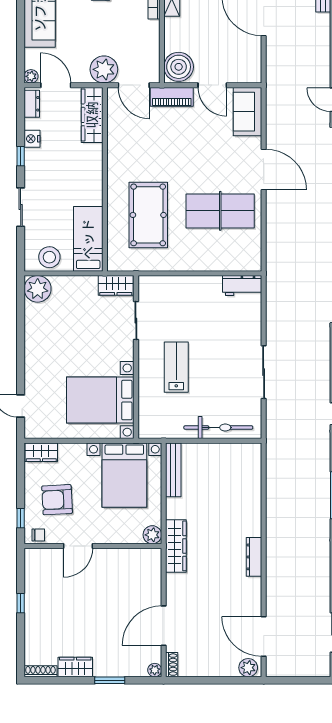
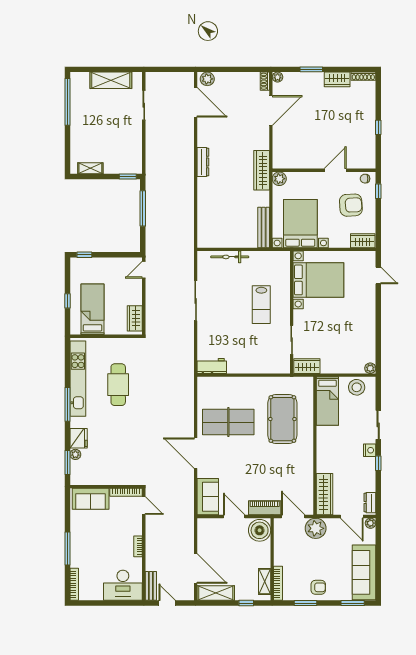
nightstand: (32, 139) -> (370, 450), moved
plant: (38, 289) -> (370, 368), width x0.53, depth x0.53
bicycle: (218, 428) -> (230, 257), width x0.73, depth x0.71

